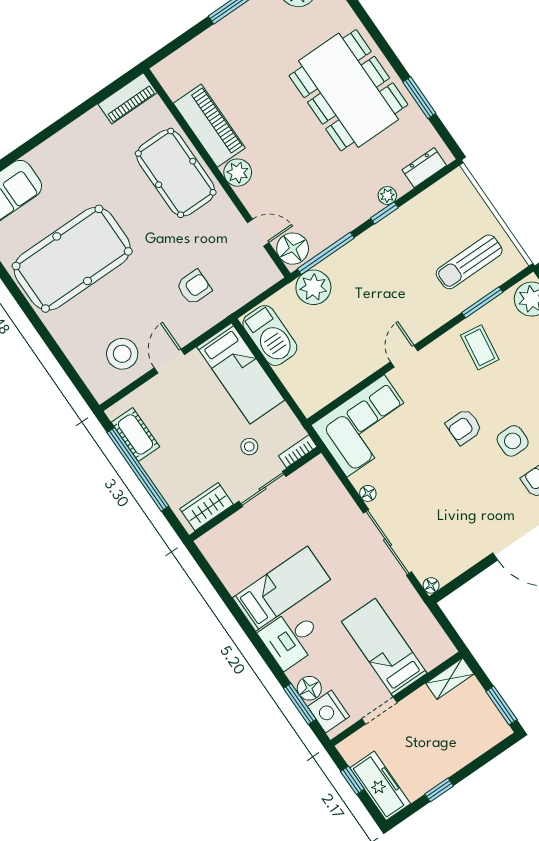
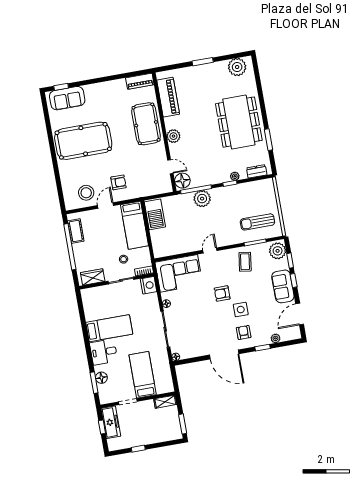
piano: (209, 126) -> (168, 97), moved
armchair: (194, 287) -> (118, 182), moved
plant: (313, 287) -> (202, 199), moved
nightstand: (328, 712) -> (148, 285), moved, turned 180
freezer: (380, 786) -> (111, 422), moved

